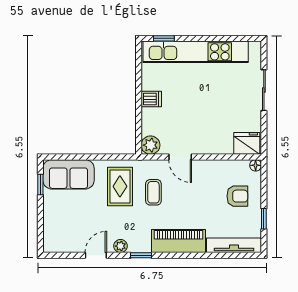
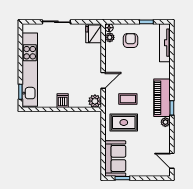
plant: (242, 166) -> (110, 37), added
piano: (179, 241) -> (162, 98), moved
door: (96, 255) -> (172, 161), moved

